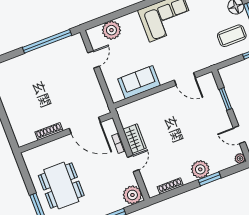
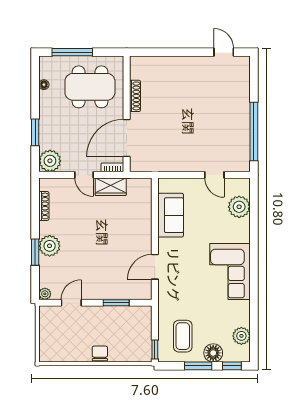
door: (85, 125) -> (127, 138), moved
shoe rack: (49, 131) -> (135, 96), moved
wall: (66, 133) -> (127, 114), moved

